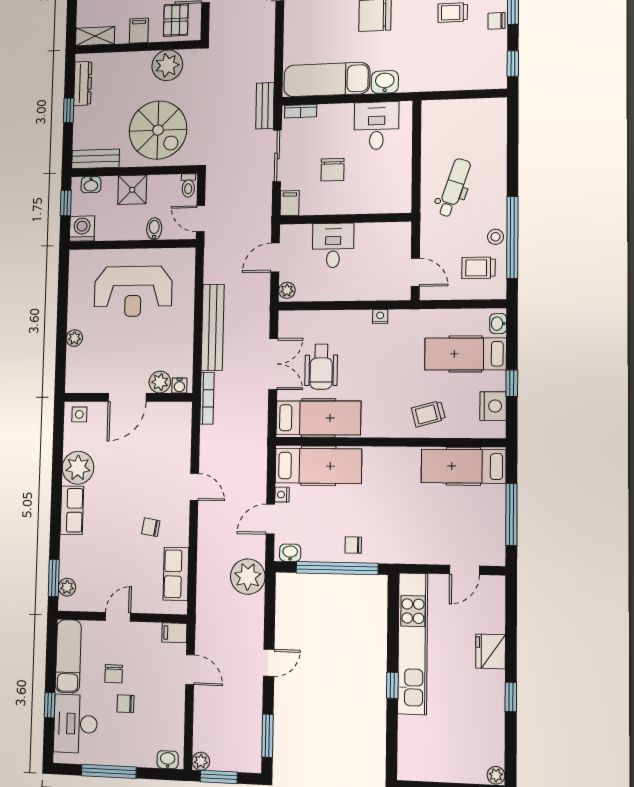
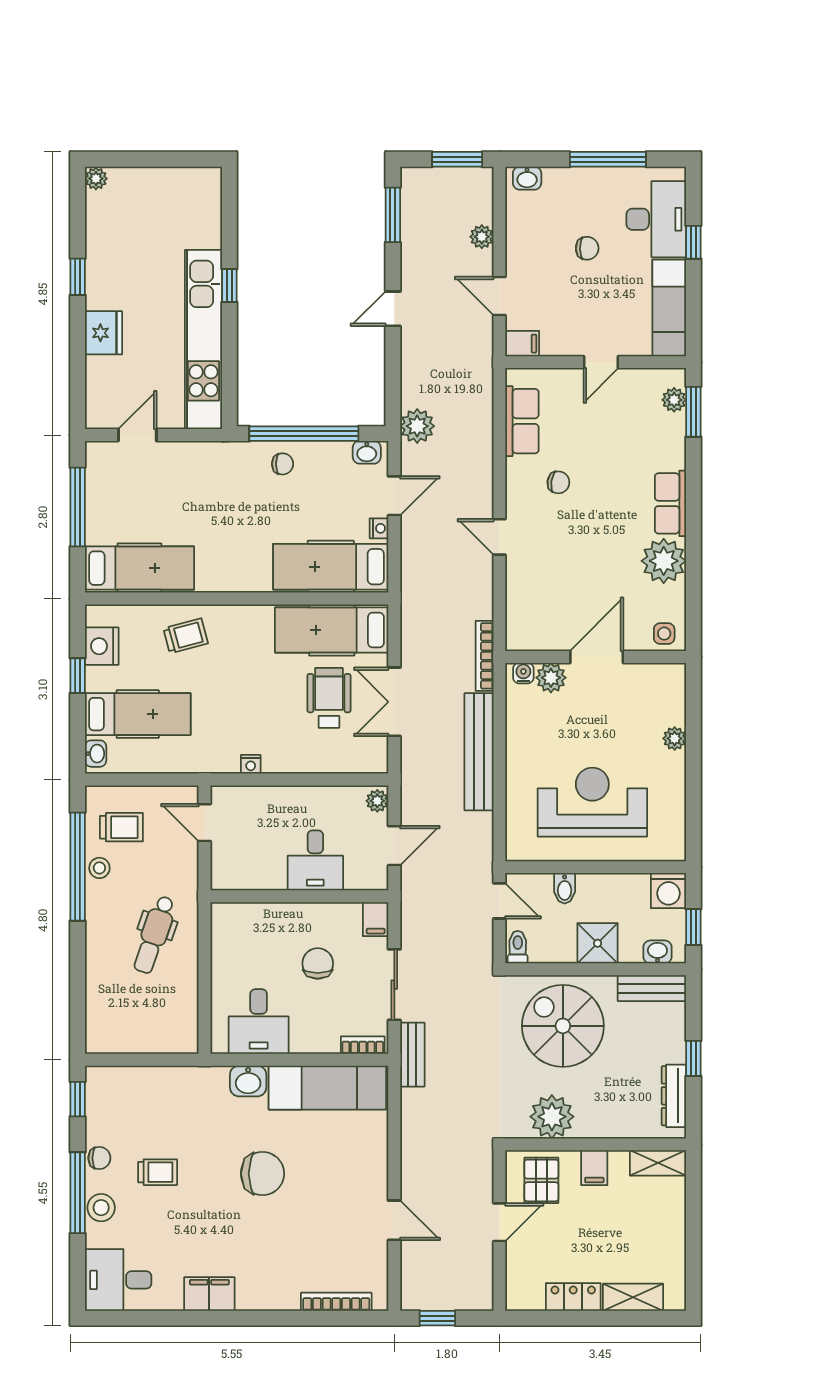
plant: (248, 577) -> (417, 426), width x0.73, depth x0.73
chair: (114, 674) -> (605, 287), removed
plant: (201, 761) -> (482, 237), moved

